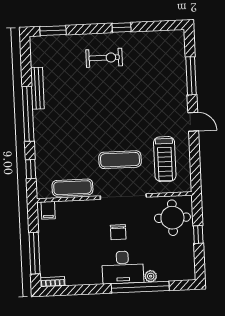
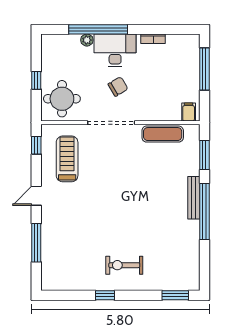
bench: (37, 88) -> (194, 198), moved
door: (193, 122) -> (36, 196), hinge flipped
exercise mat: (120, 160) -> (113, 160), removed
window: (31, 169) -> (204, 155), width x1.50
window: (195, 171) -> (36, 145), added
chair: (118, 232) -> (118, 87), turned 59
bookcase: (53, 282) -> (153, 39), moved

